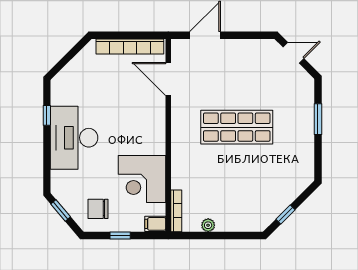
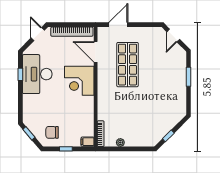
door: (75, 50) -> (38, 34), added
door: (293, 53) -> (173, 36), swing flipped
shop shelf: (237, 127) -> (128, 65), moved, turned 90
desk: (74, 138) -> (37, 74), moved
corner desk: (142, 179) -> (79, 81), moved

